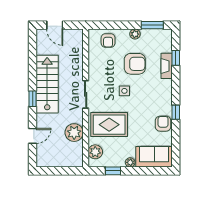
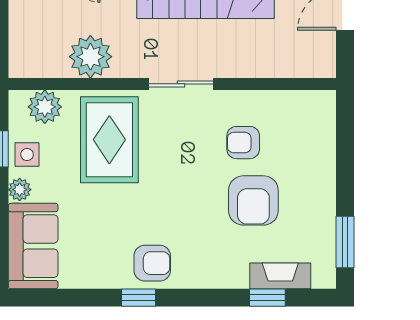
plant: (135, 34) -> (324, 201), removed
armchair: (108, 40) -> (243, 143), moved
fireplace: (167, 66) -> (280, 276), moved
side table: (124, 91) -> (27, 155), moved
armchair: (163, 124) -> (152, 263), moved

